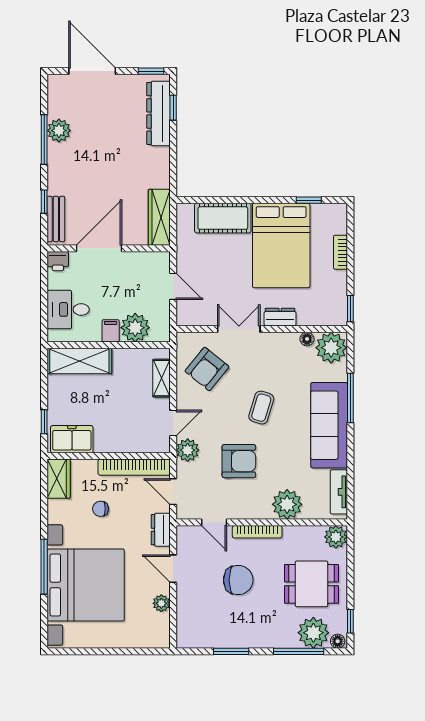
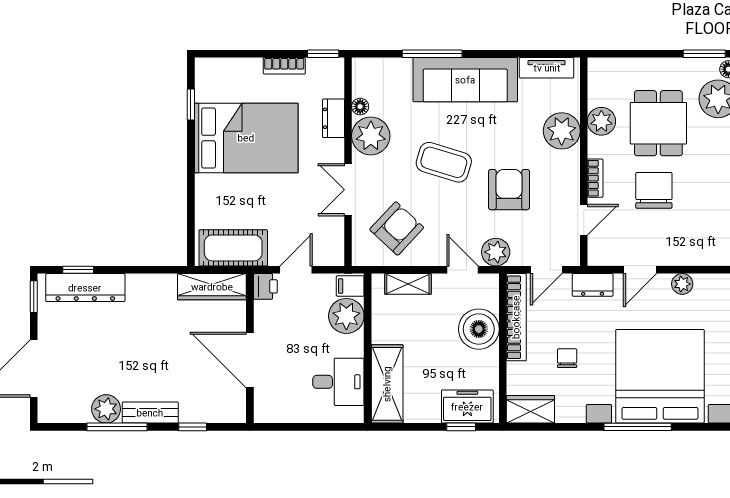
cot: (223, 218) -> (233, 248), moved, turned 90
bench: (56, 219) -> (150, 413), moved
bookcase: (340, 252) -> (284, 66), moved
printer: (58, 261) -> (265, 286), moved
desk: (68, 309) -> (338, 382), moved, turned -90
dresser: (280, 317) -> (333, 118), moved
filing cabinet: (111, 331) -> (350, 286), moved
plant: (331, 348) -> (371, 136), moved
armchair: (207, 369) -> (397, 228), turned -86
coffee table: (261, 408) -> (444, 162), width x1.36, depth x1.30
boiler: (124, 436) -> (479, 329), added
freezer: (72, 439) -> (467, 407), moved, turned 90
chair: (101, 509) -> (567, 358), turned 180
bookcase: (257, 532) -> (595, 178), width x0.64
plant: (336, 537) -> (601, 121), moved
dining table: (311, 584) -> (658, 123), moved
window: (350, 621) -> (704, 54), width x1.50

